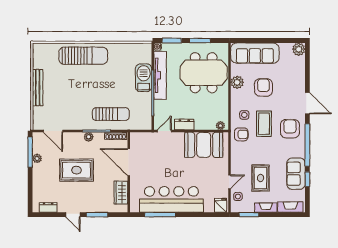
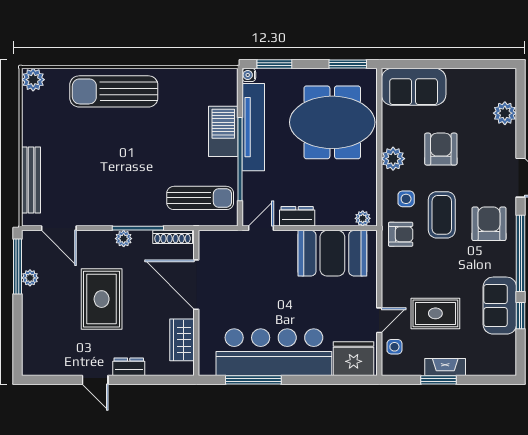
window: (200, 41) -> (348, 64), moved
plant: (39, 49) -> (33, 80), added
plant: (299, 49) -> (505, 113), moved
sofa: (255, 53) -> (414, 87), width x0.73
sun lounger: (83, 56) -> (114, 91), turned 180
plant: (237, 82) -> (393, 159), moved
bench: (38, 88) -> (31, 180), moved
sun lounger: (111, 114) -> (200, 198), moved
rug: (76, 170) -> (102, 299), turned 90
rug: (260, 178) -> (435, 313), turned 90
fridge: (221, 205) -> (354, 359), width x1.88, depth x1.34
dresser: (48, 207) -> (129, 367), moved
fireplace: (290, 207) -> (490, 366), removed
window: (97, 215) -> (139, 380), removed
window: (249, 215) -> (438, 380), moved

